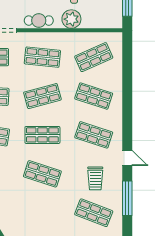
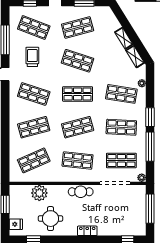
plant: (71, 19) -> (39, 193), moved
shop shelf: (94, 96) -> (34, 127), turned -33
shop shelf: (42, 213) -> (78, 27), added

